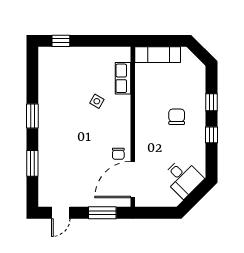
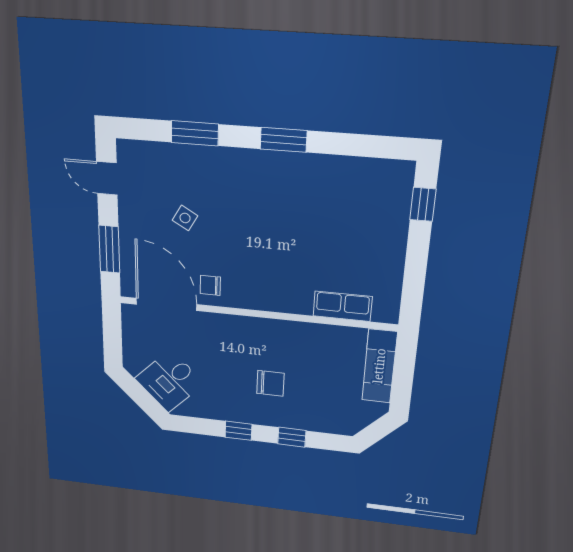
side table: (97, 101) -> (185, 218), moved

